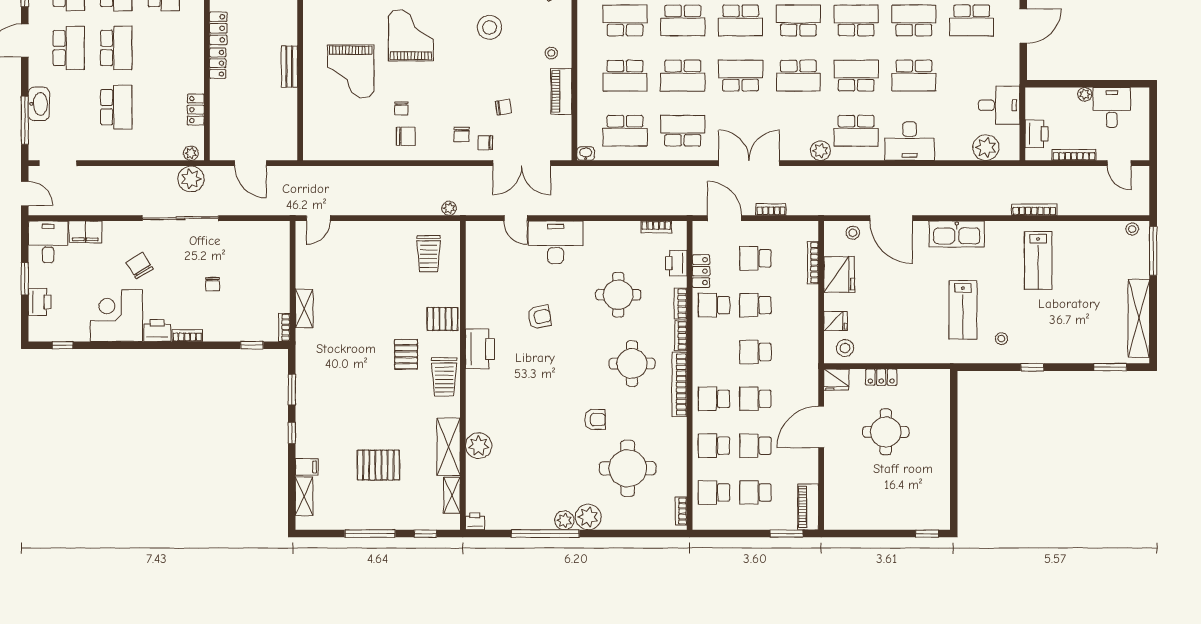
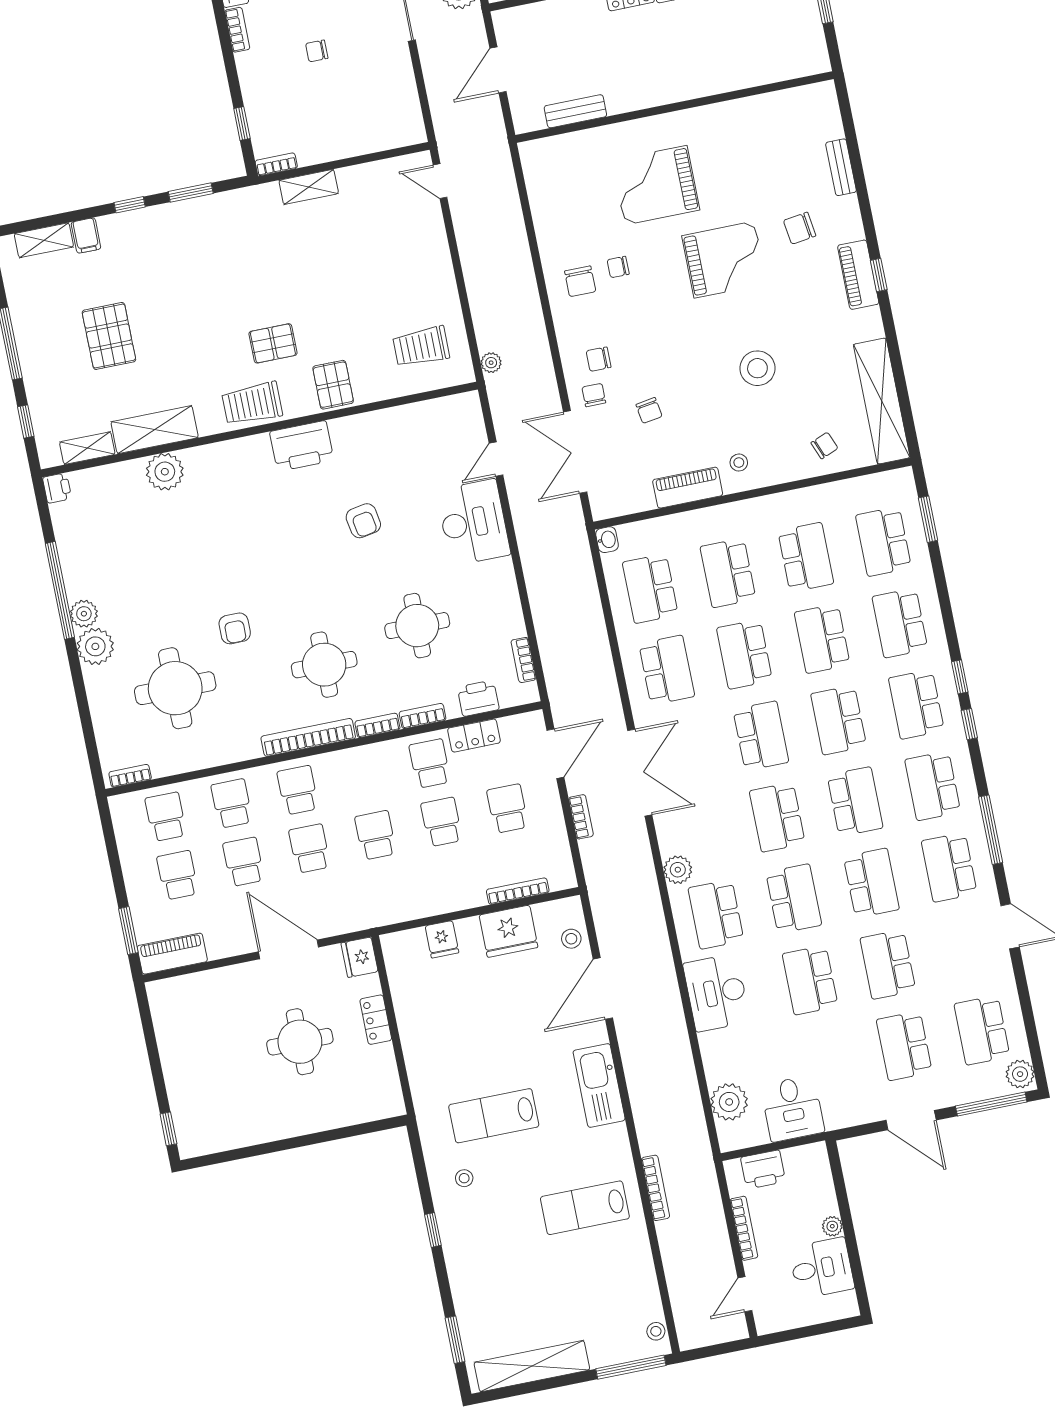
school desk: (914, 20) -> (888, 964), turned 180
bench: (289, 67) -> (575, 111), moved
stool: (845, 348) -> (407, 960), removed

